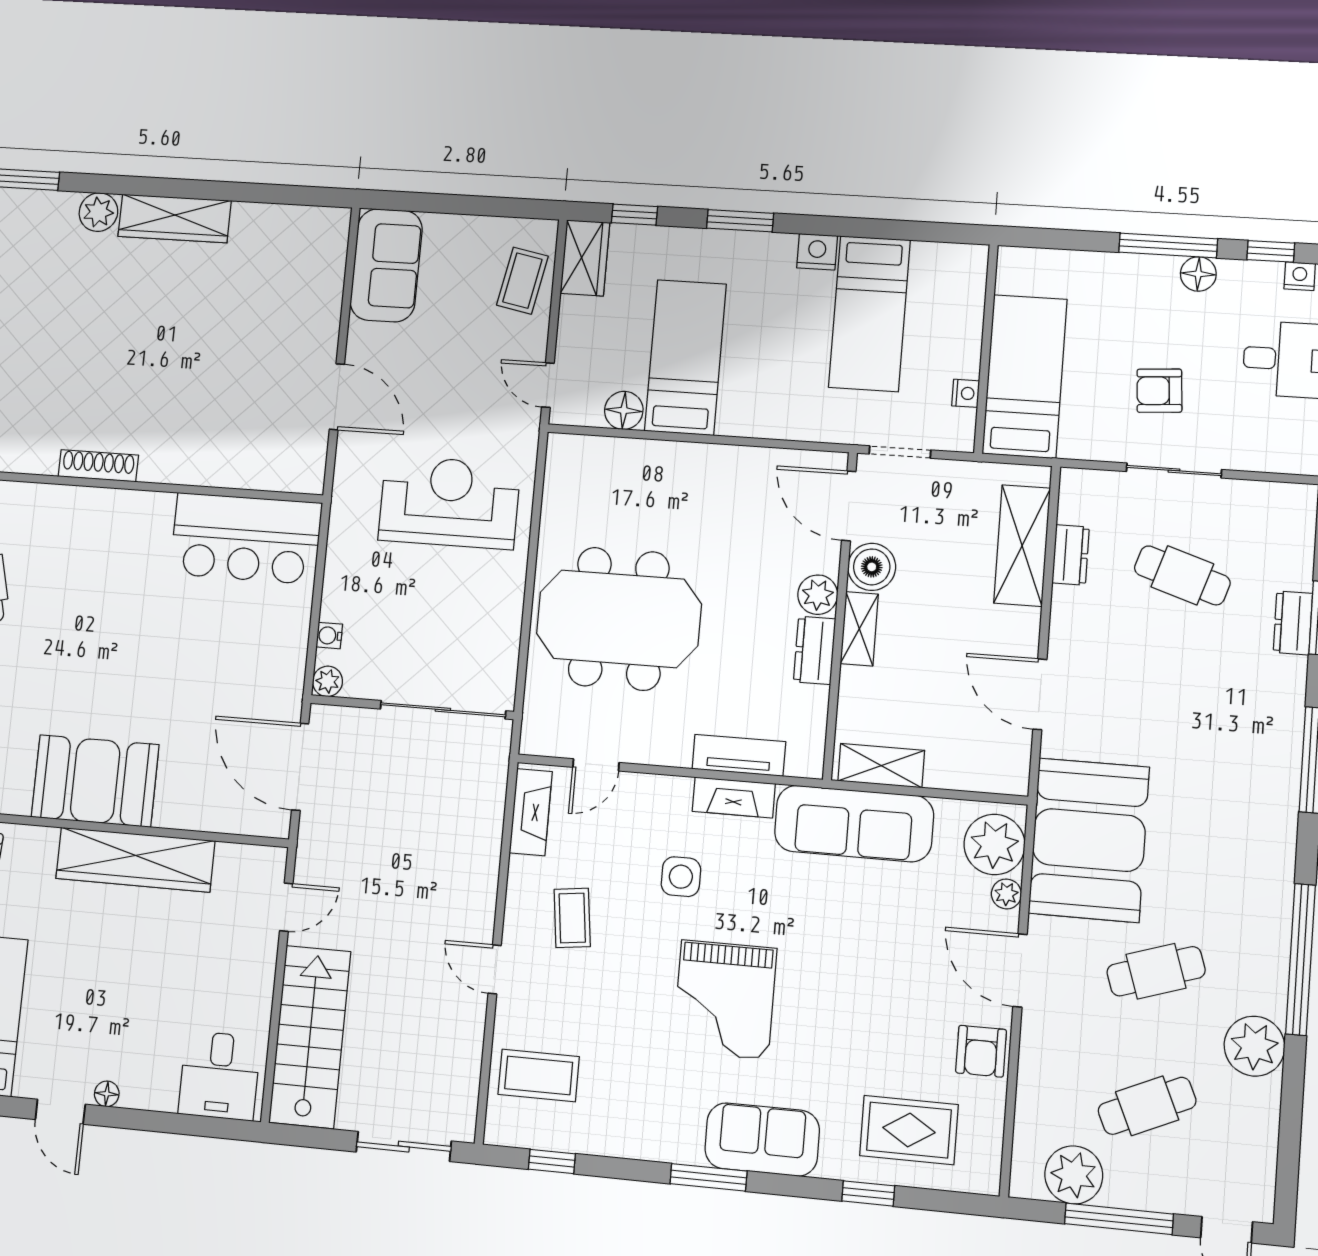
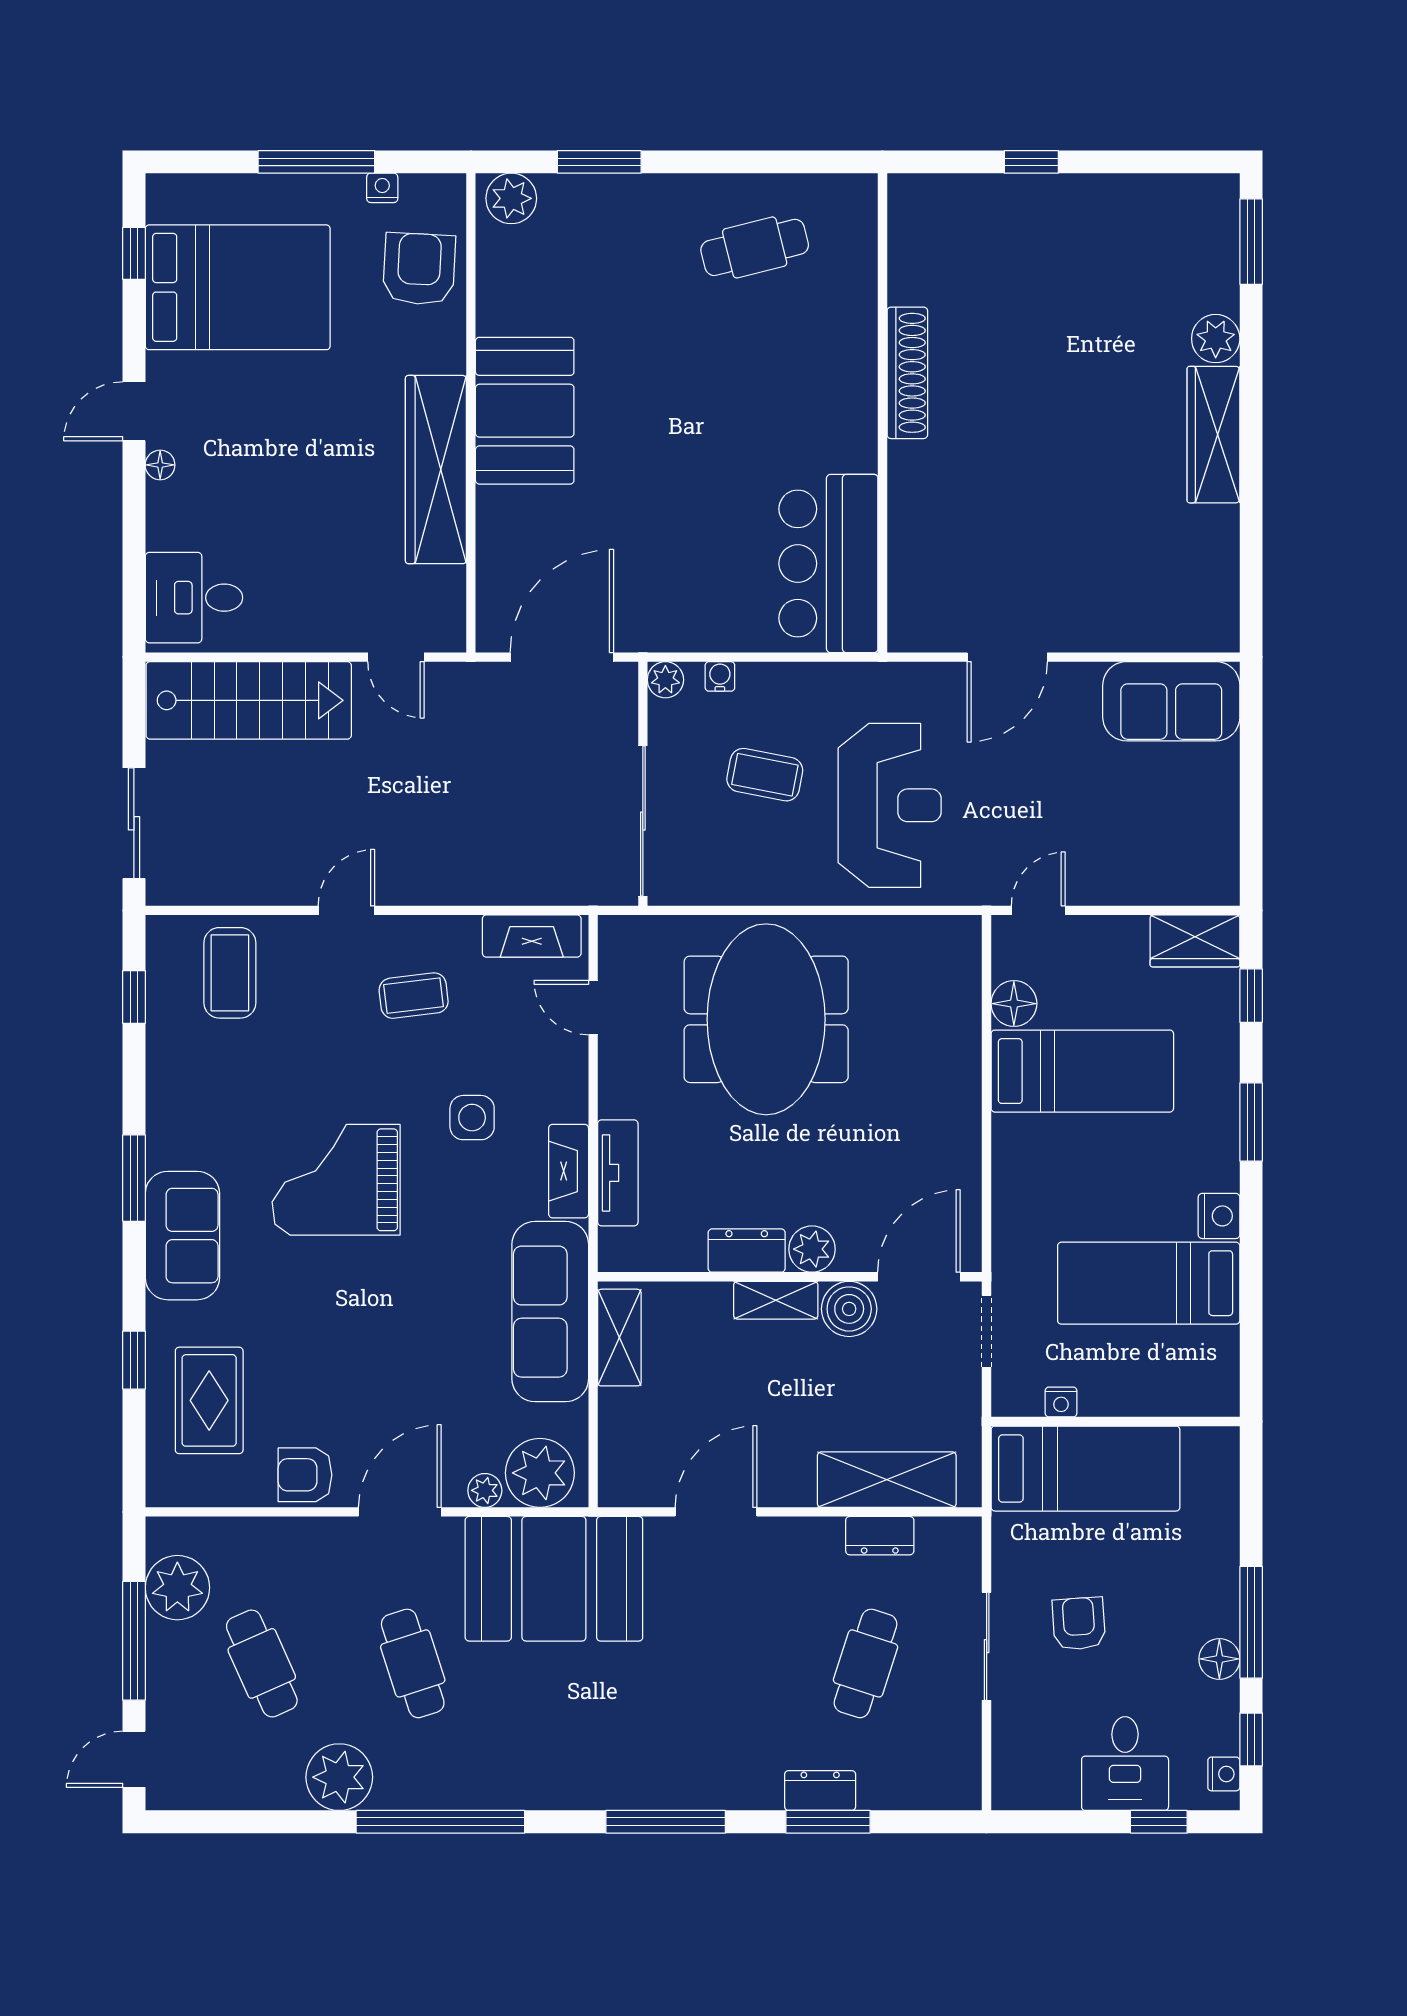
coffee table: (522, 281) -> (765, 775), moved
shoe rack: (98, 466) -> (907, 373), width x1.36, depth x1.24

